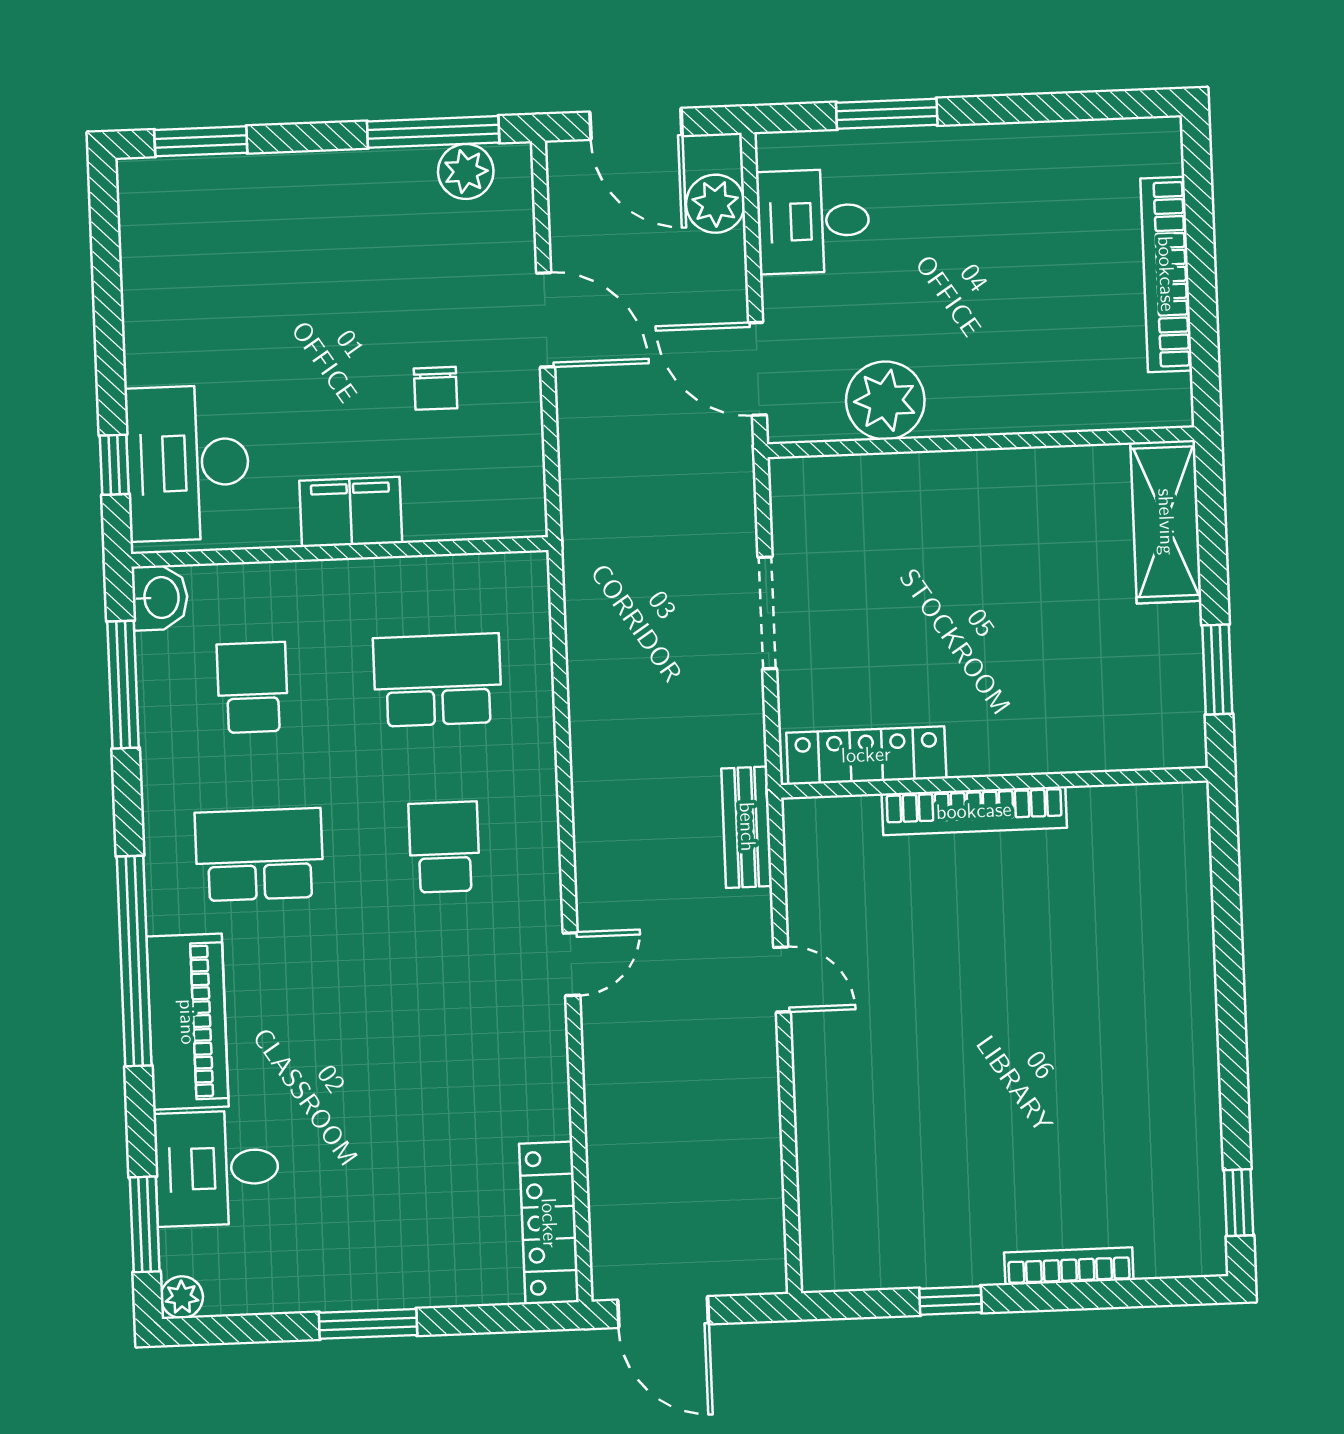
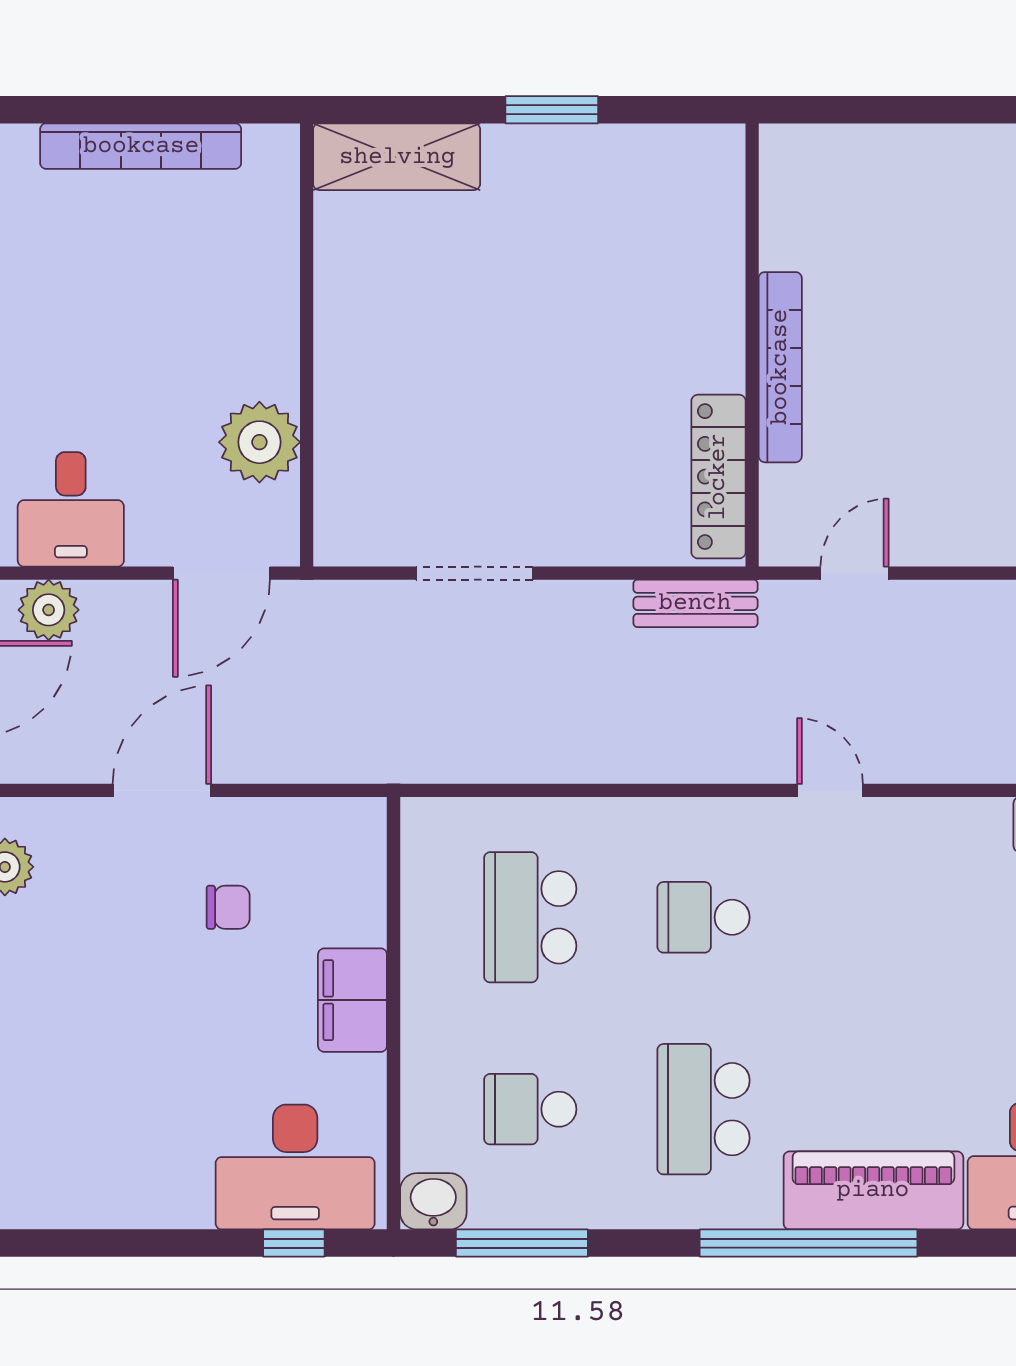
locker: (866, 755) -> (718, 477), moved
wall: (995, 783) -> (752, 345), moved
bookcase: (974, 811) -> (780, 367), moved

